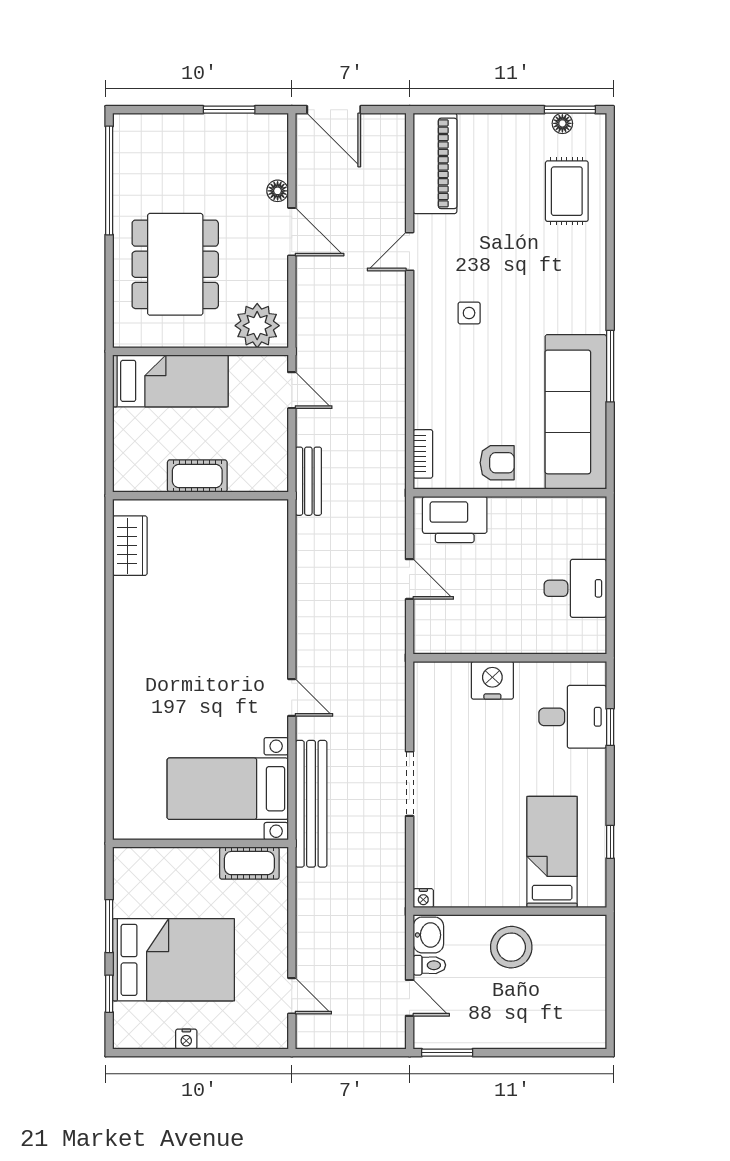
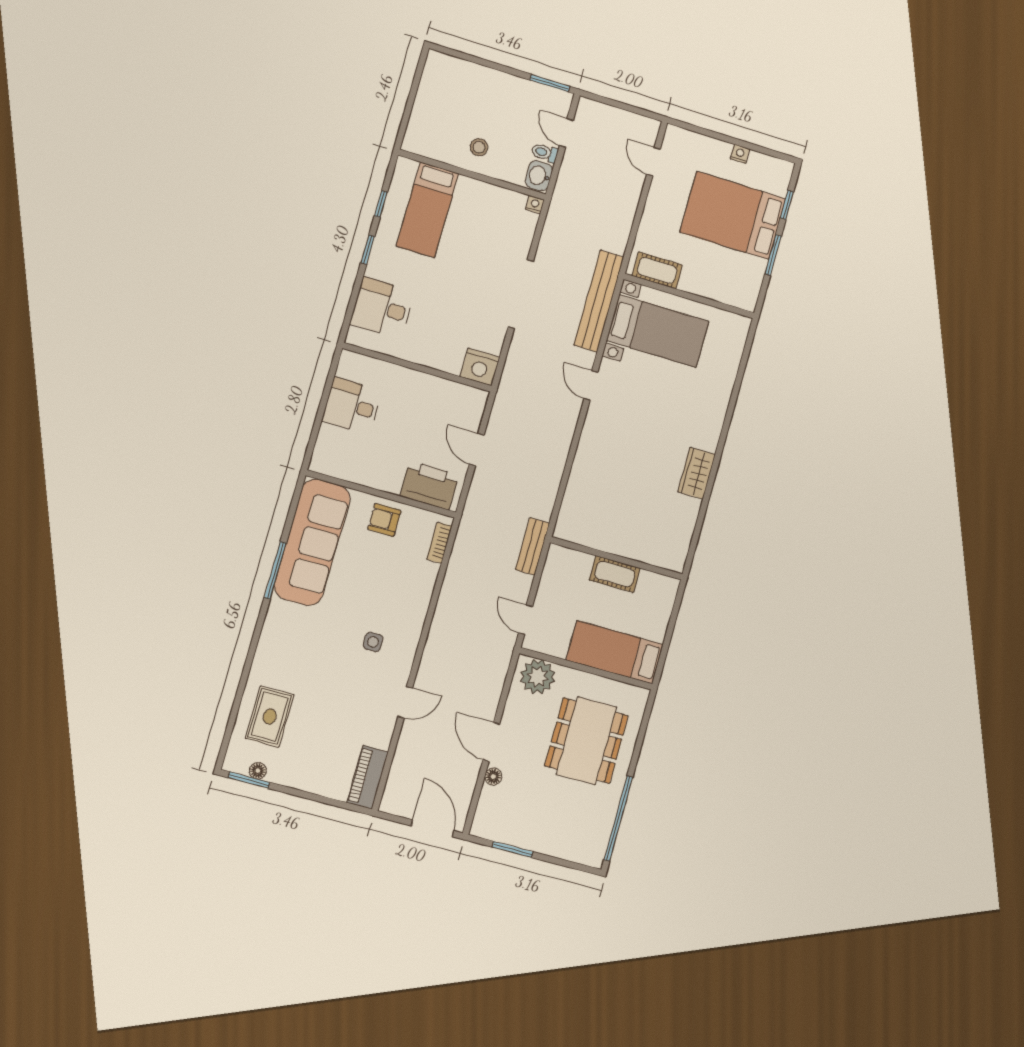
piano: (435, 163) -> (367, 777), width x0.73, depth x0.75
wardrobe: (130, 546) -> (697, 473), moved
nightstand: (492, 680) -> (480, 367), moved
window: (610, 727) -> (368, 250), moved
doorway: (410, 784) -> (521, 294), width x1.36
stool: (511, 947) -> (479, 147), width x0.53, depth x0.53

